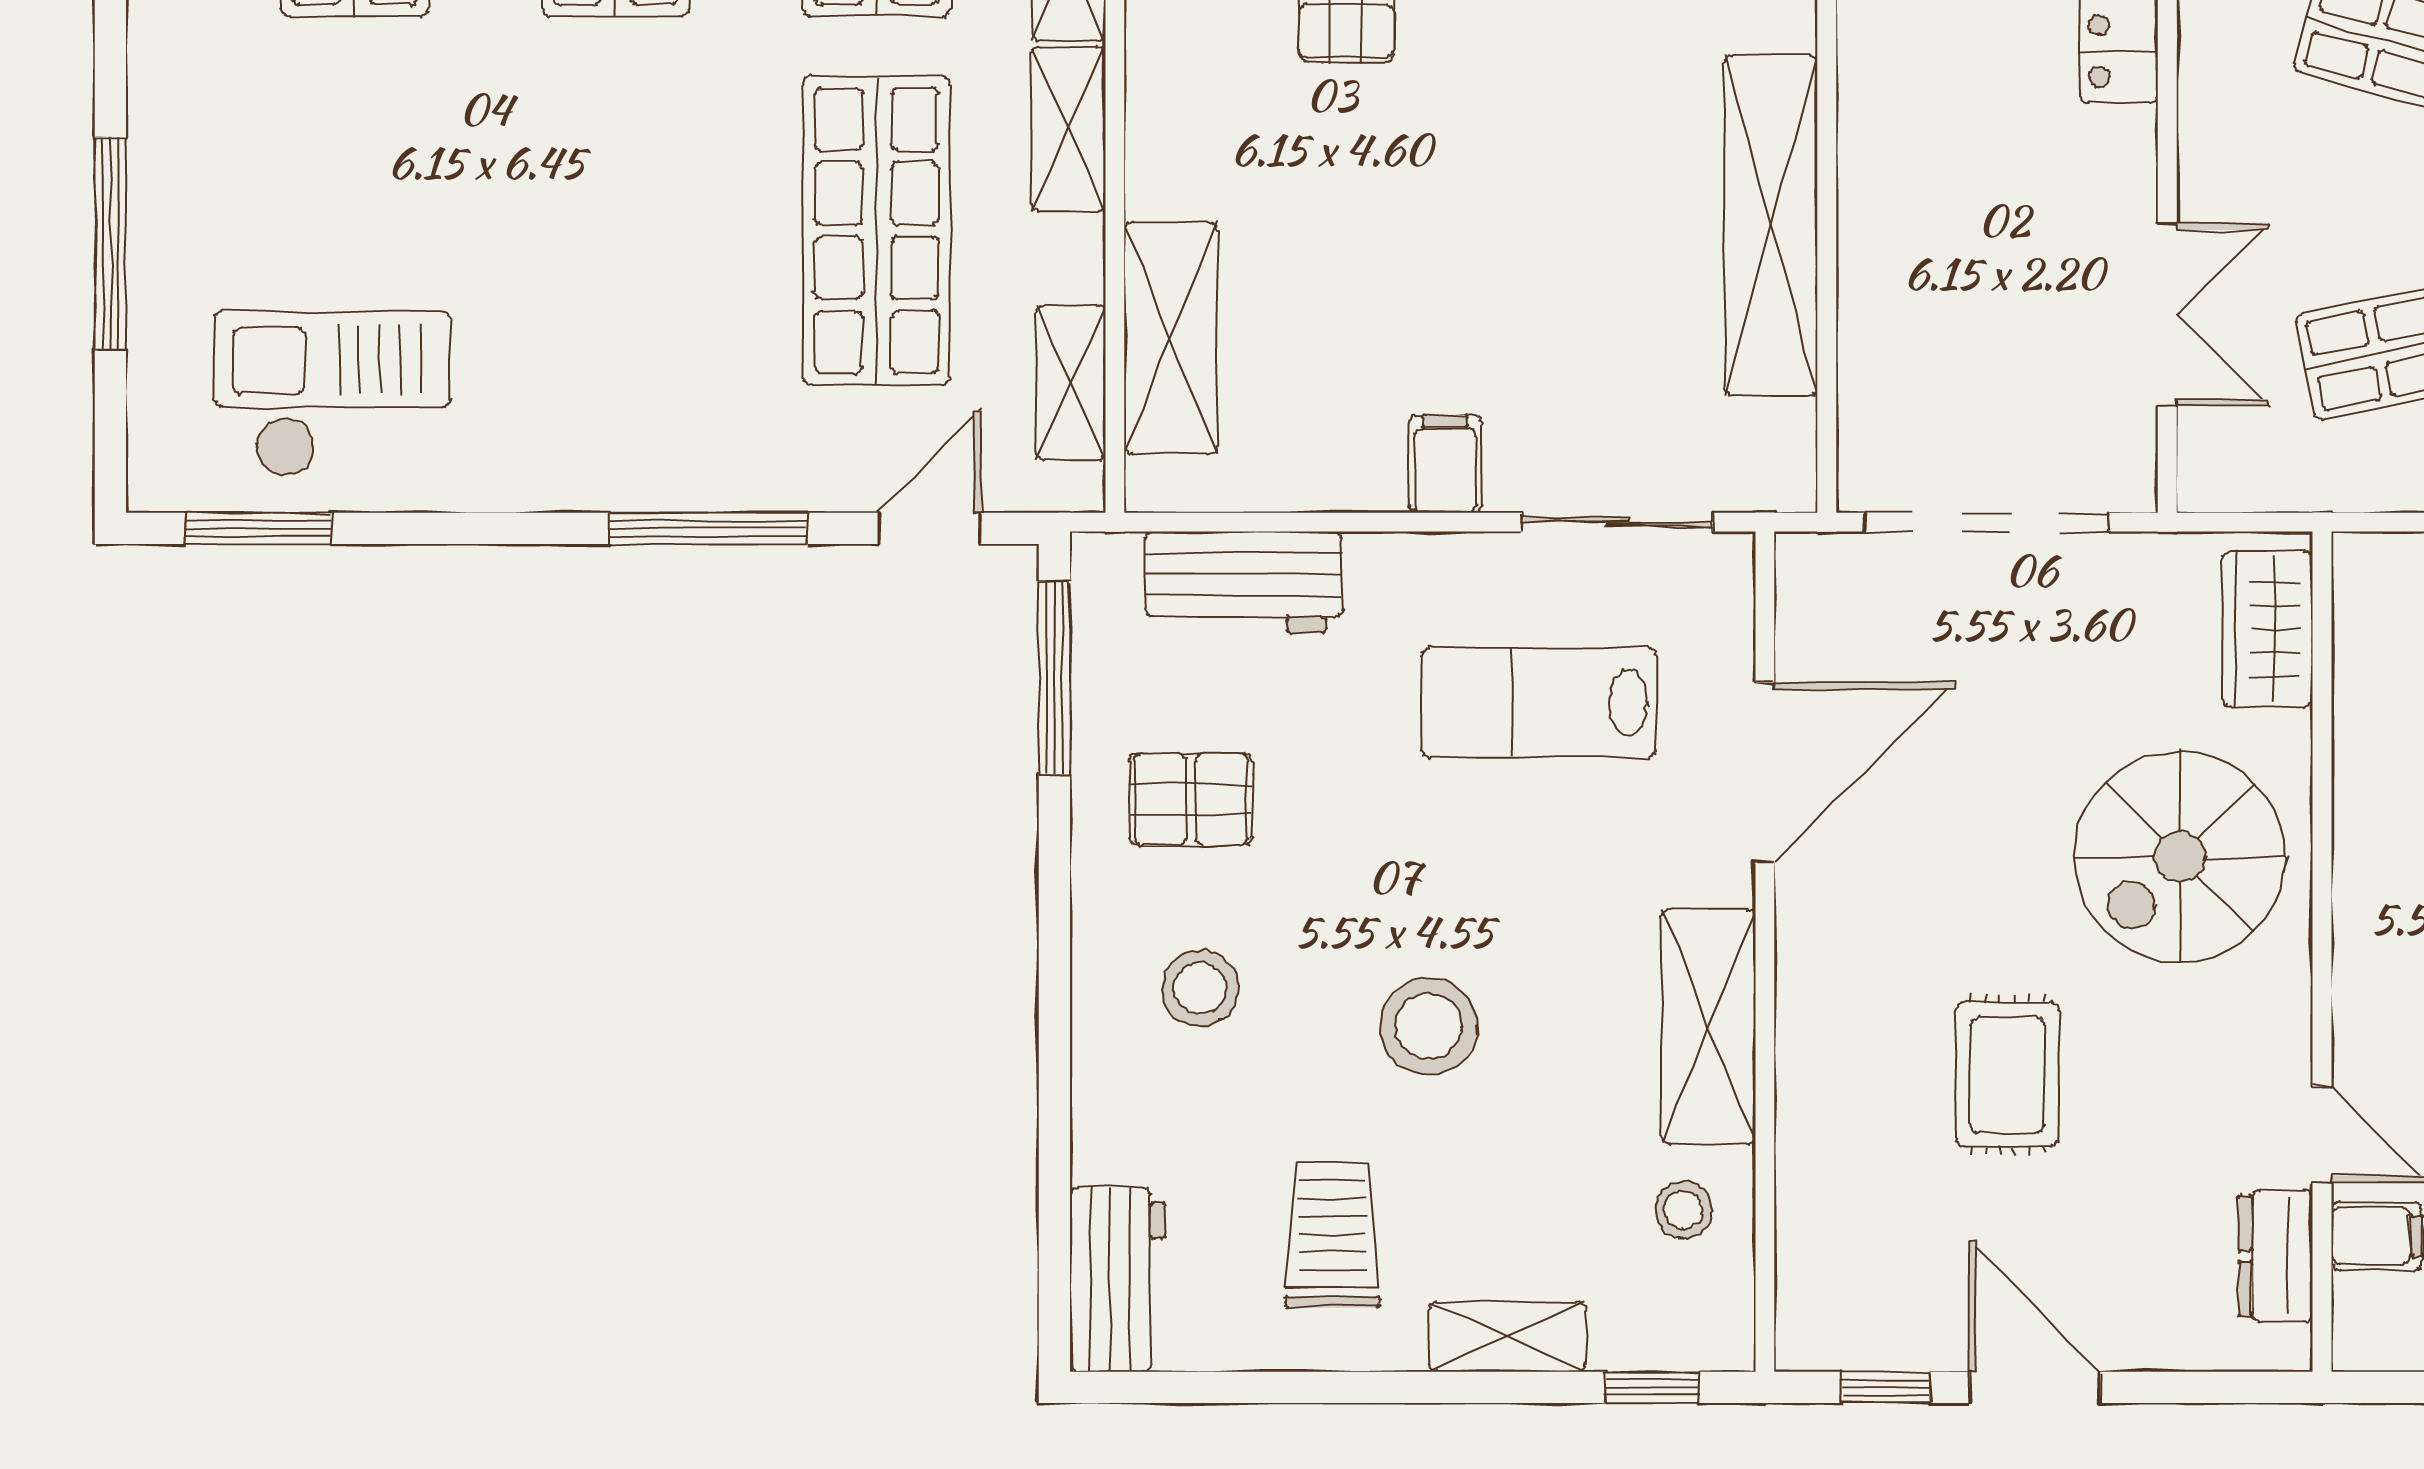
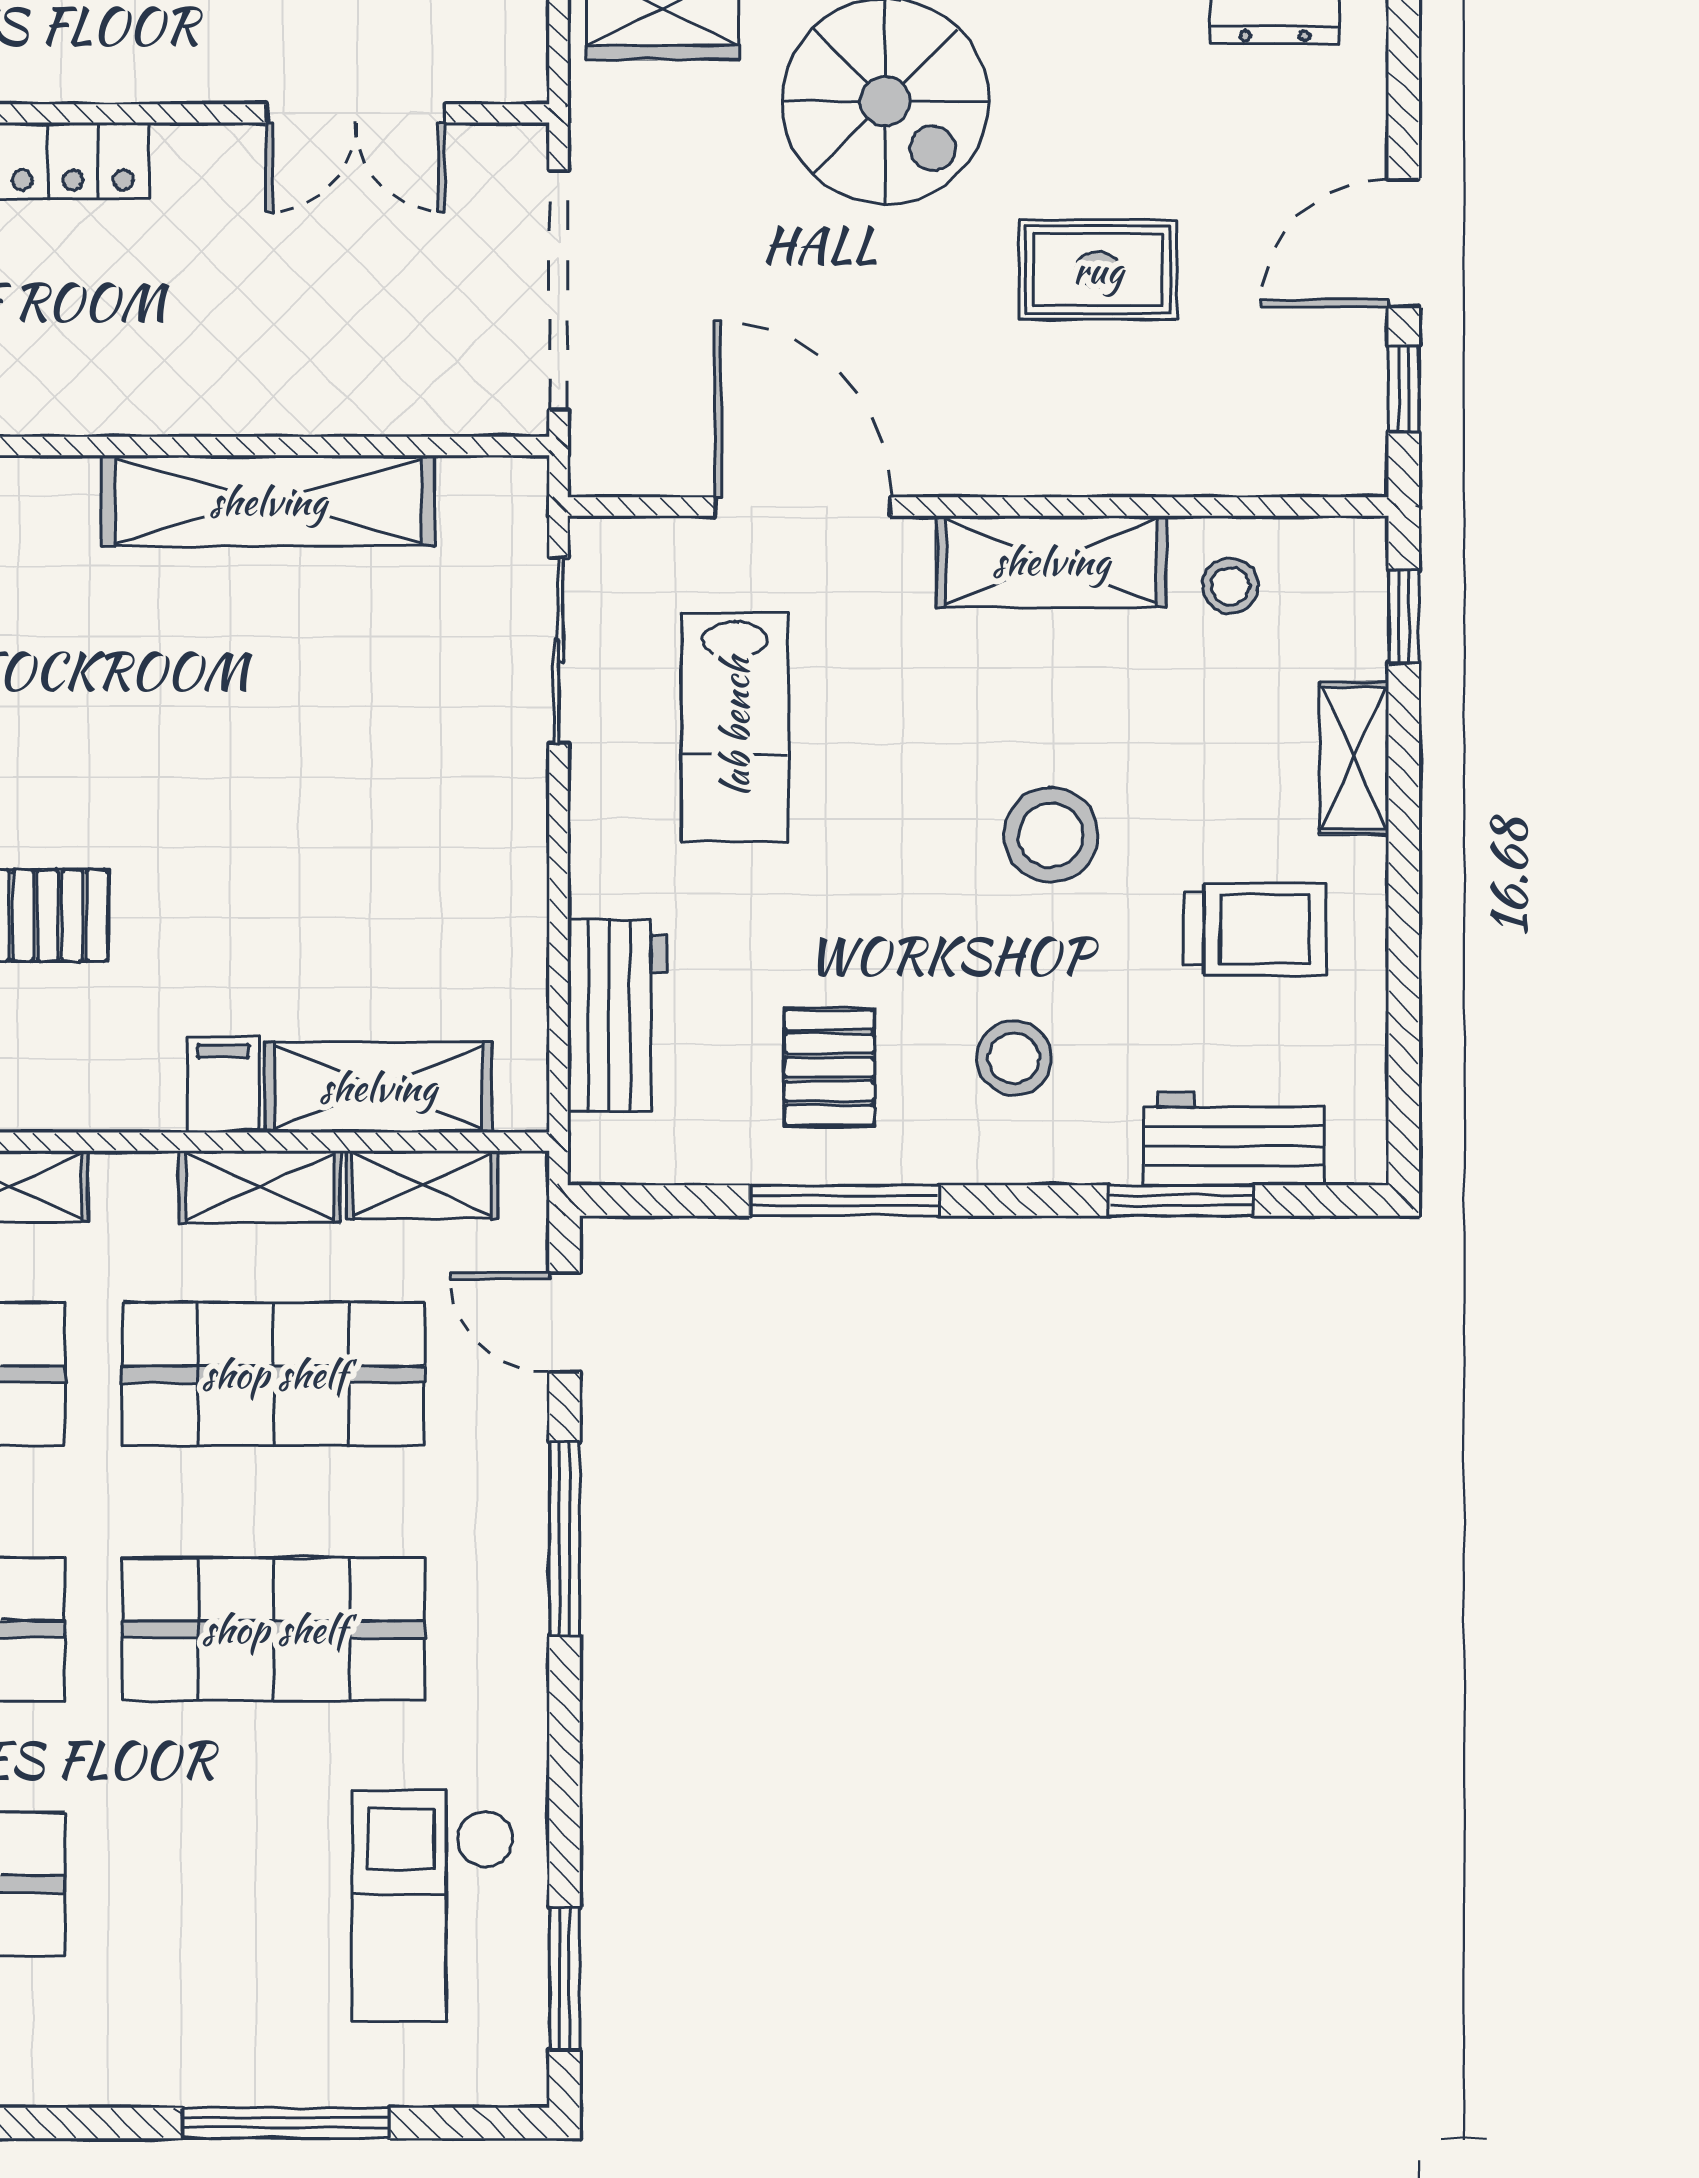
shelving: (1069, 129) -> (260, 1187), moved
shop shelf: (616, 231) -> (274, 1629), added
double door: (2167, 314) -> (355, 113), swing flipped
filing cabinet: (1445, 464) -> (223, 1085), moved, turned 90
window: (1054, 678) -> (844, 1201), moved
window: (1054, 1159) -> (1181, 1201), added
trolley: (1332, 1235) -> (1255, 929), turned 180
workbench: (1118, 1279) -> (1234, 1139), moved

